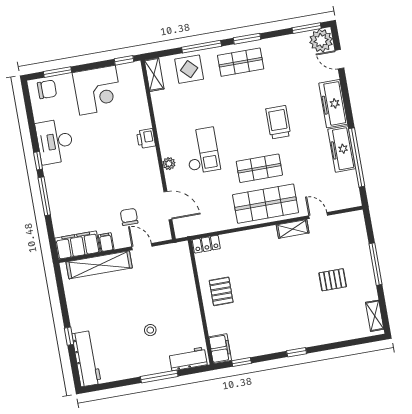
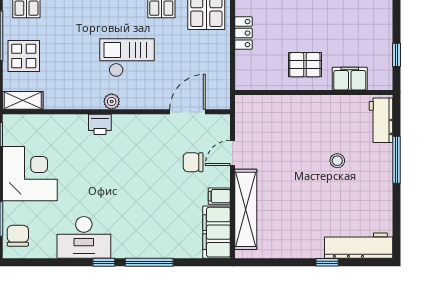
plant: (169, 164) -> (112, 101), moved
locker: (206, 244) -> (243, 33), moved
filing cabinet: (220, 349) -> (350, 79), moved

